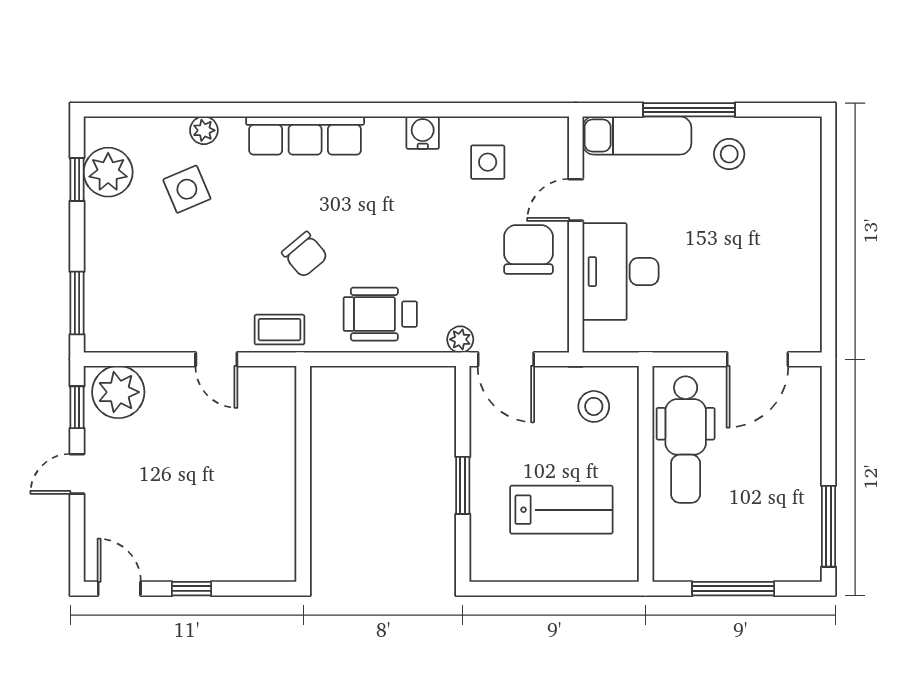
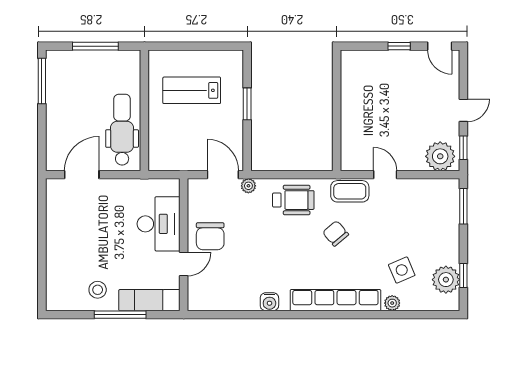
row of seats: (305, 136) -> (335, 300), width x1.36
side table: (488, 162) -> (233, 285), removed
coffee table: (279, 330) -> (350, 191), width x1.36, depth x1.30
stool: (594, 406) -> (174, 148), removed

